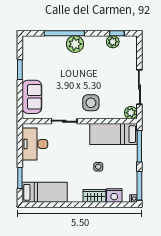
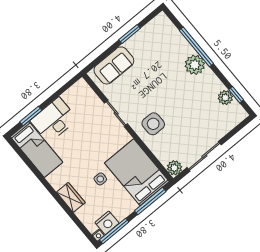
bed: (114, 134) -> (137, 172), width x1.50
desk: (35, 144) -> (54, 120), moved
nightstand: (114, 196) -> (107, 223), moved, turned -90

